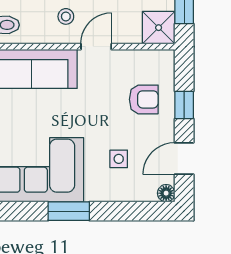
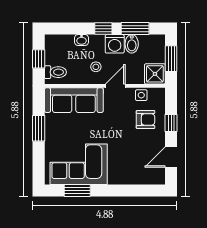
side table: (119, 159) -> (141, 95), moved
floor lamp: (166, 193) -> (160, 179), removed
window: (69, 211) -> (77, 191), moved

